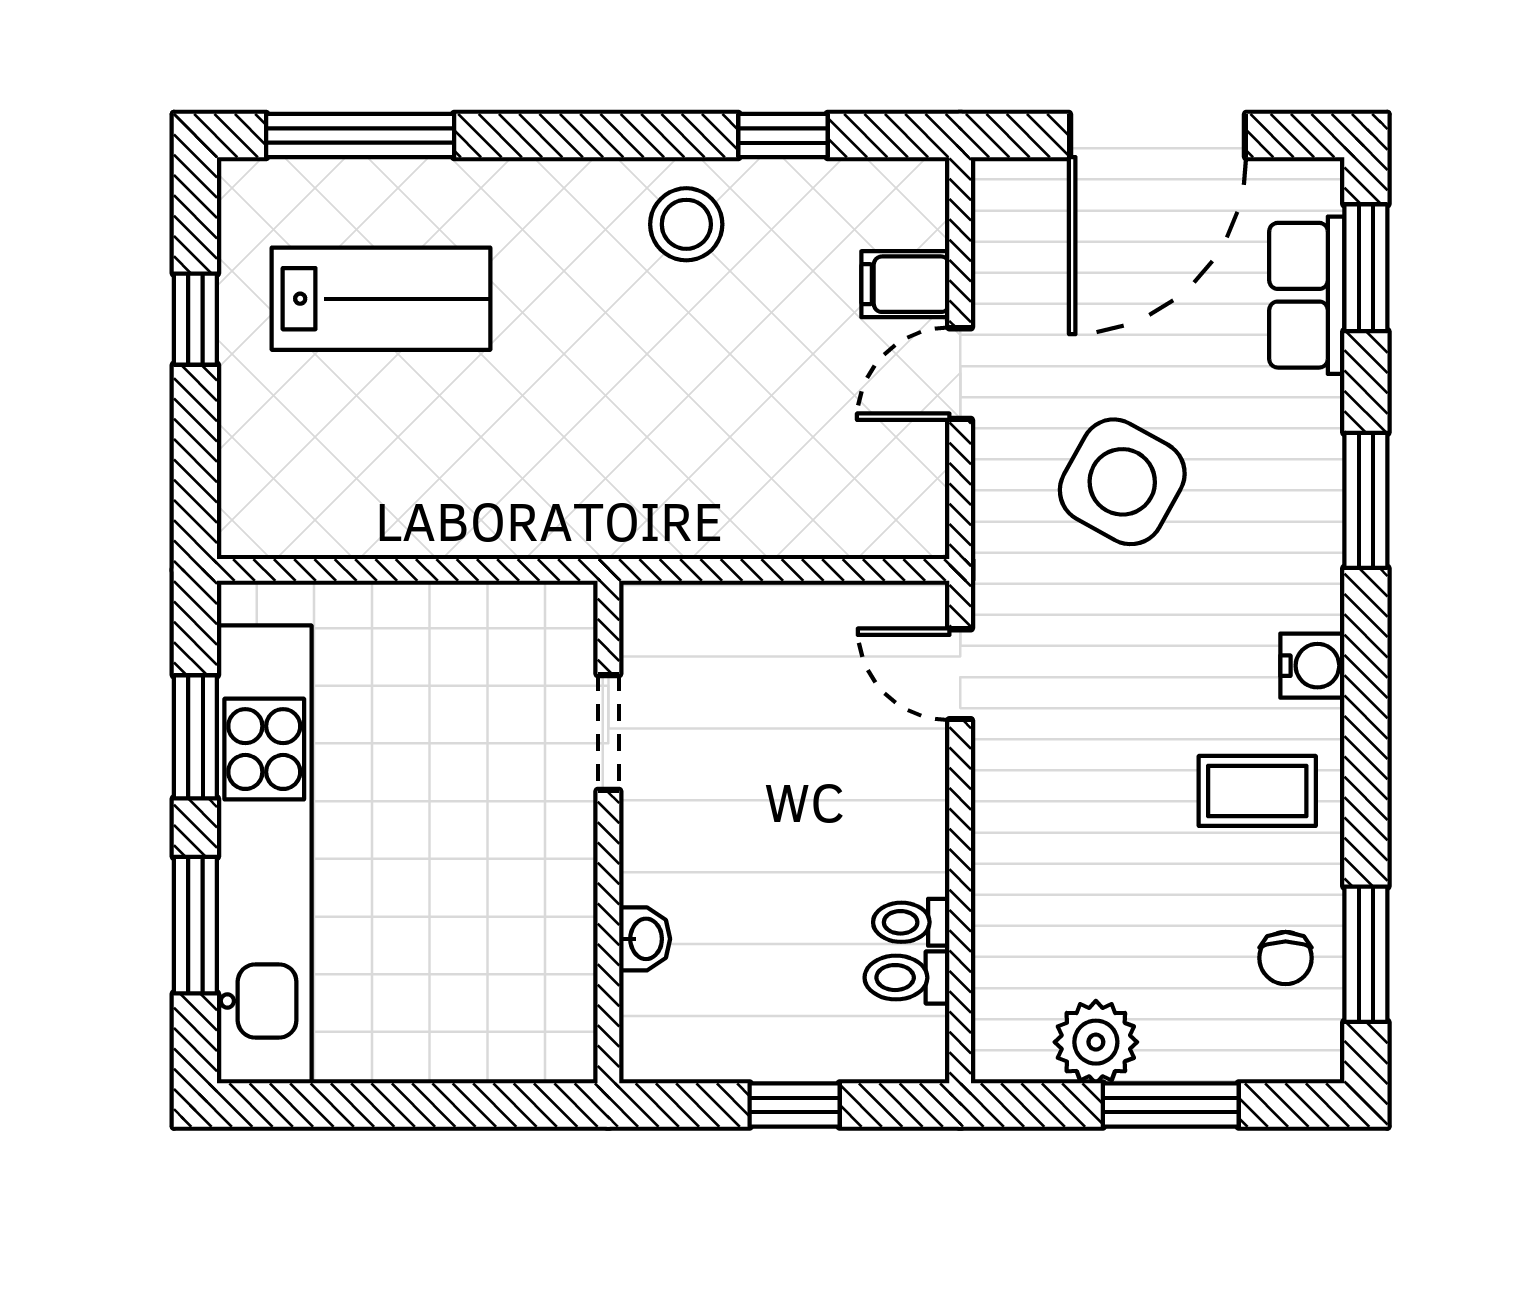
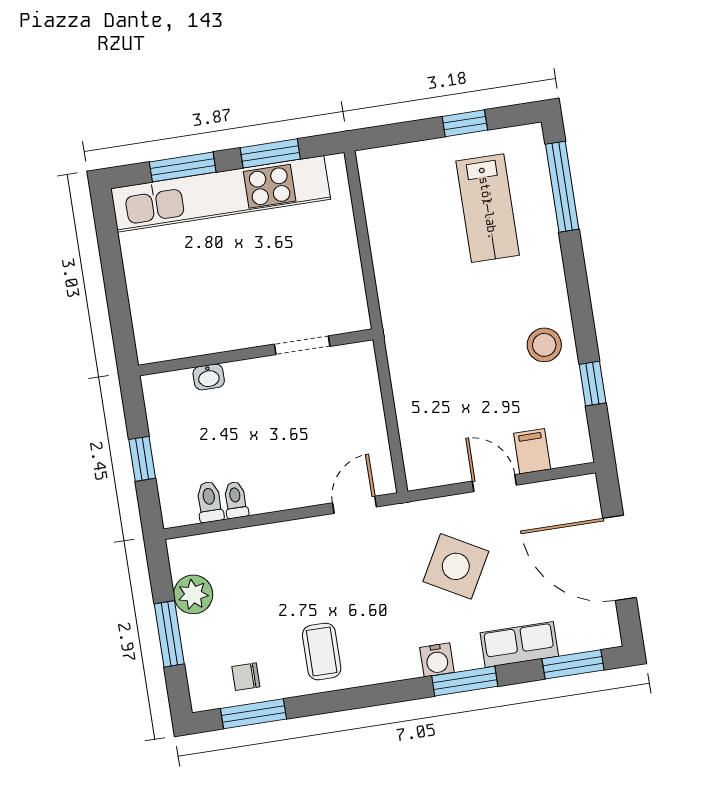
row of seats: (1307, 295) -> (519, 644), moved
water cooler: (1312, 666) -> (437, 660), moved

